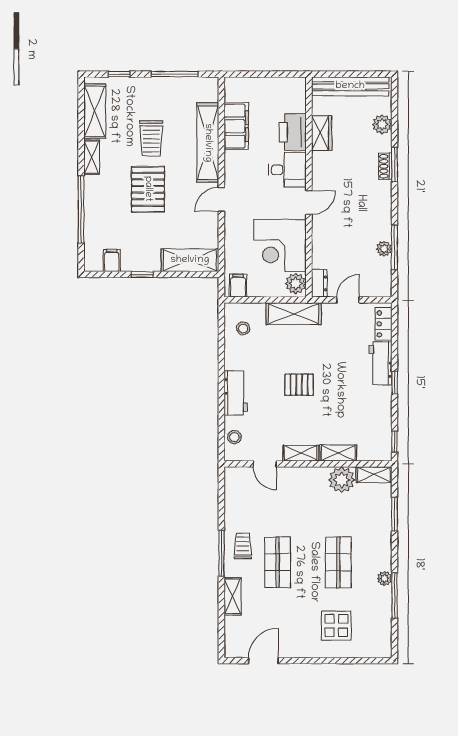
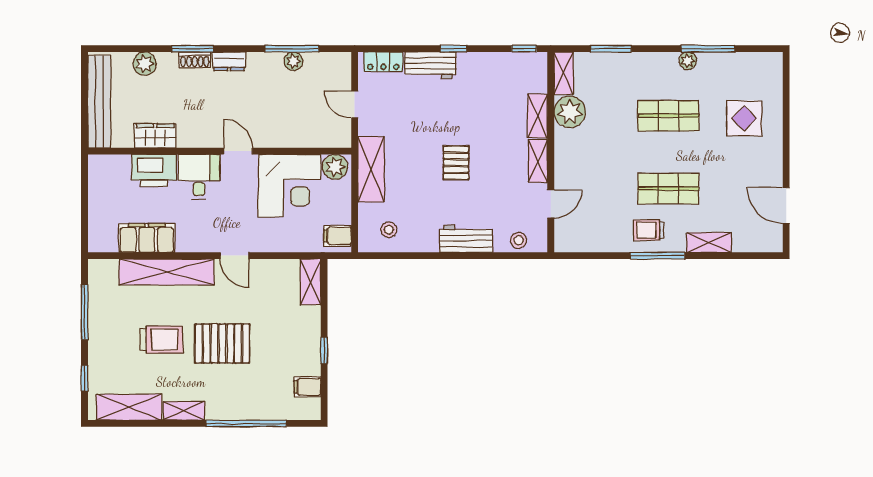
shelving: (190, 260) -> (311, 282), width x0.67, depth x0.75
dresser: (319, 283) -> (229, 61), moved, turned 180

